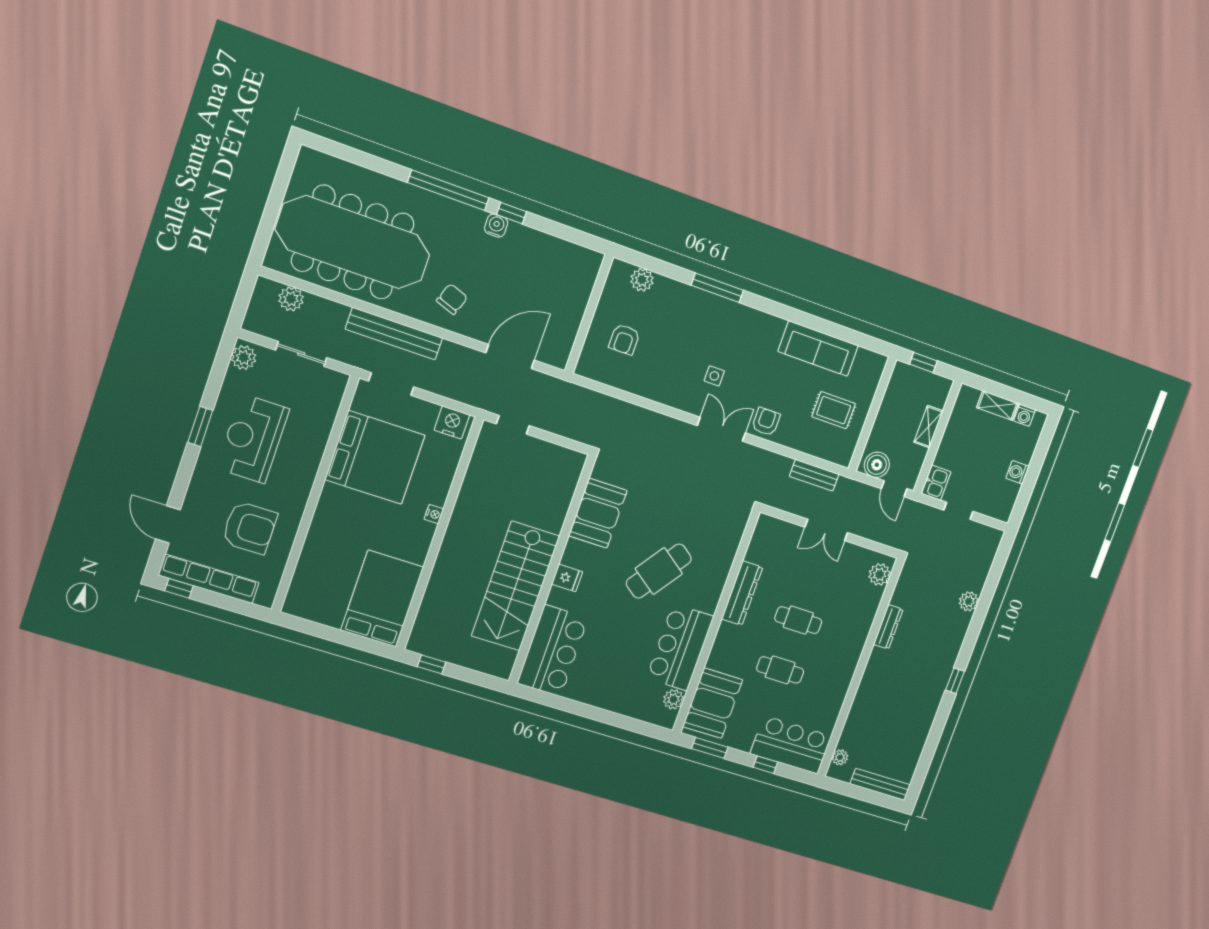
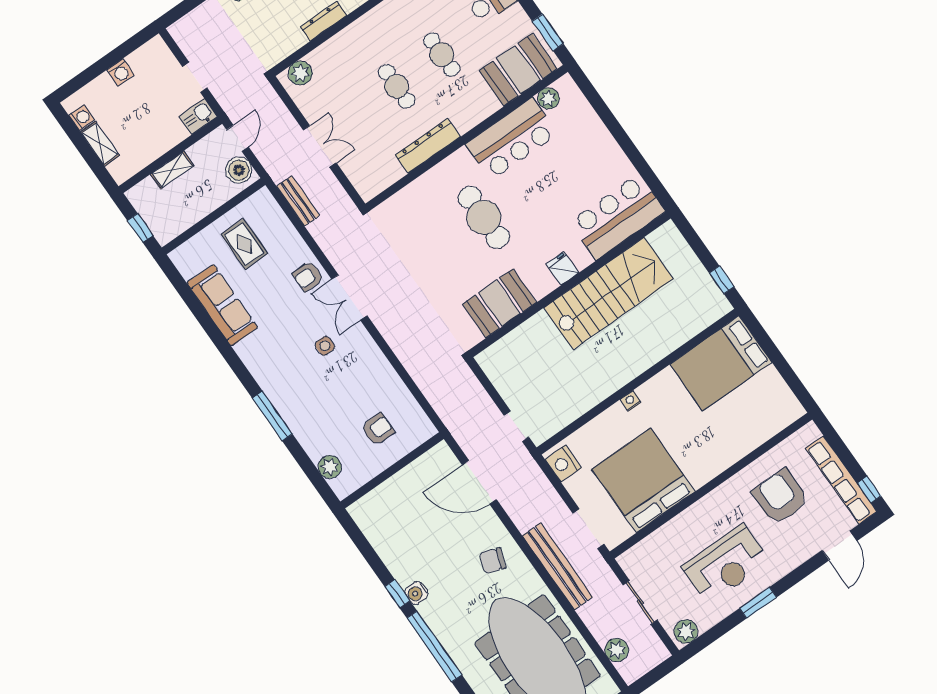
cafe table: (659, 571) -> (484, 217), turned 54

